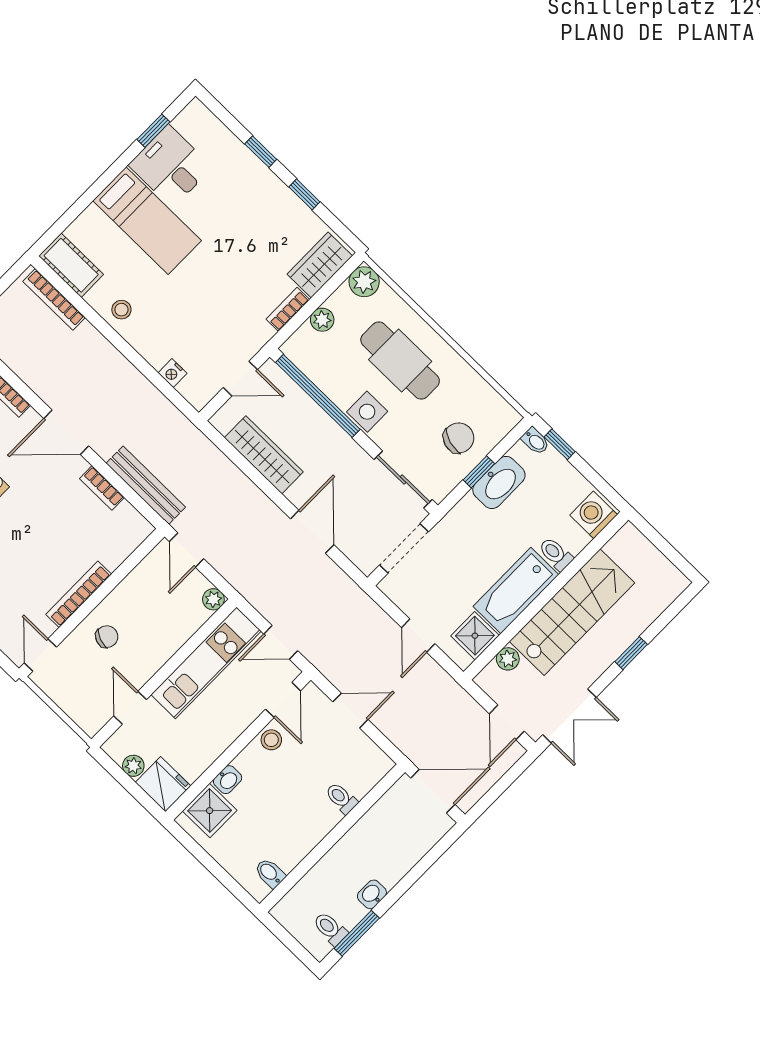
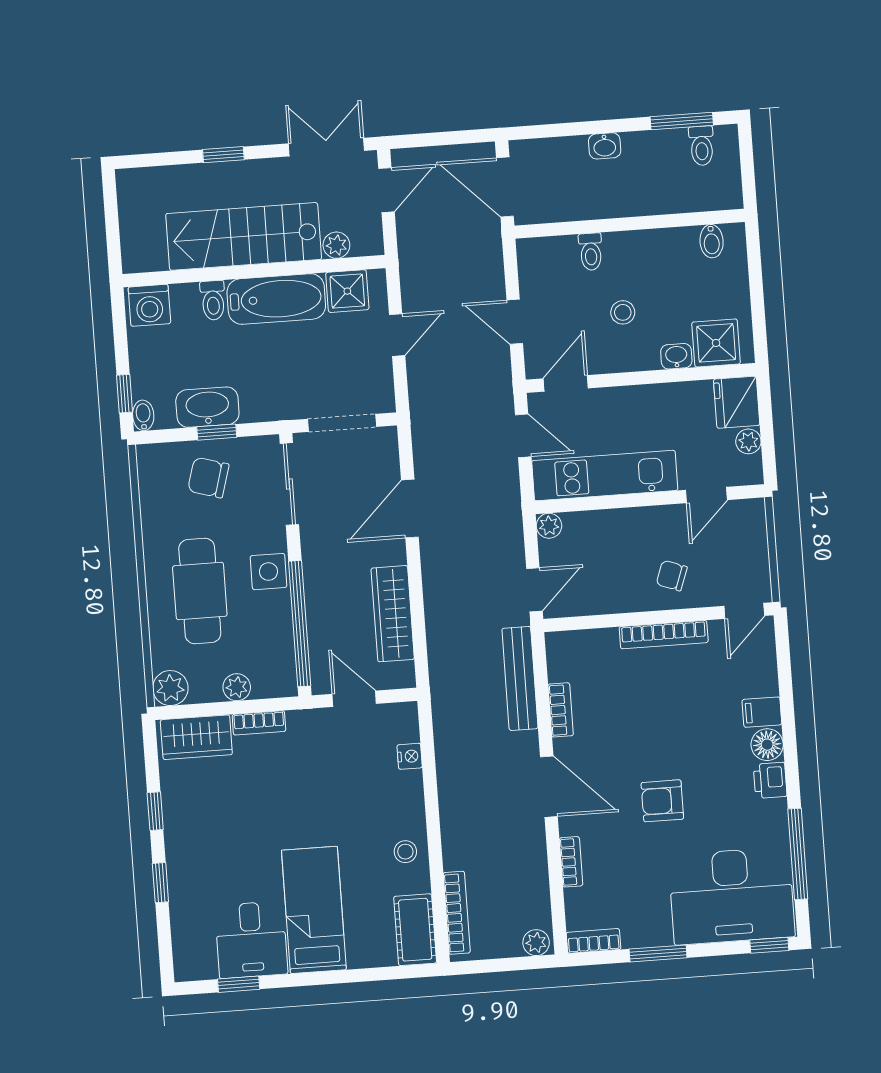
stool: (271, 740) -> (623, 312), moved
washbasin: (372, 894) -> (605, 146), moved

